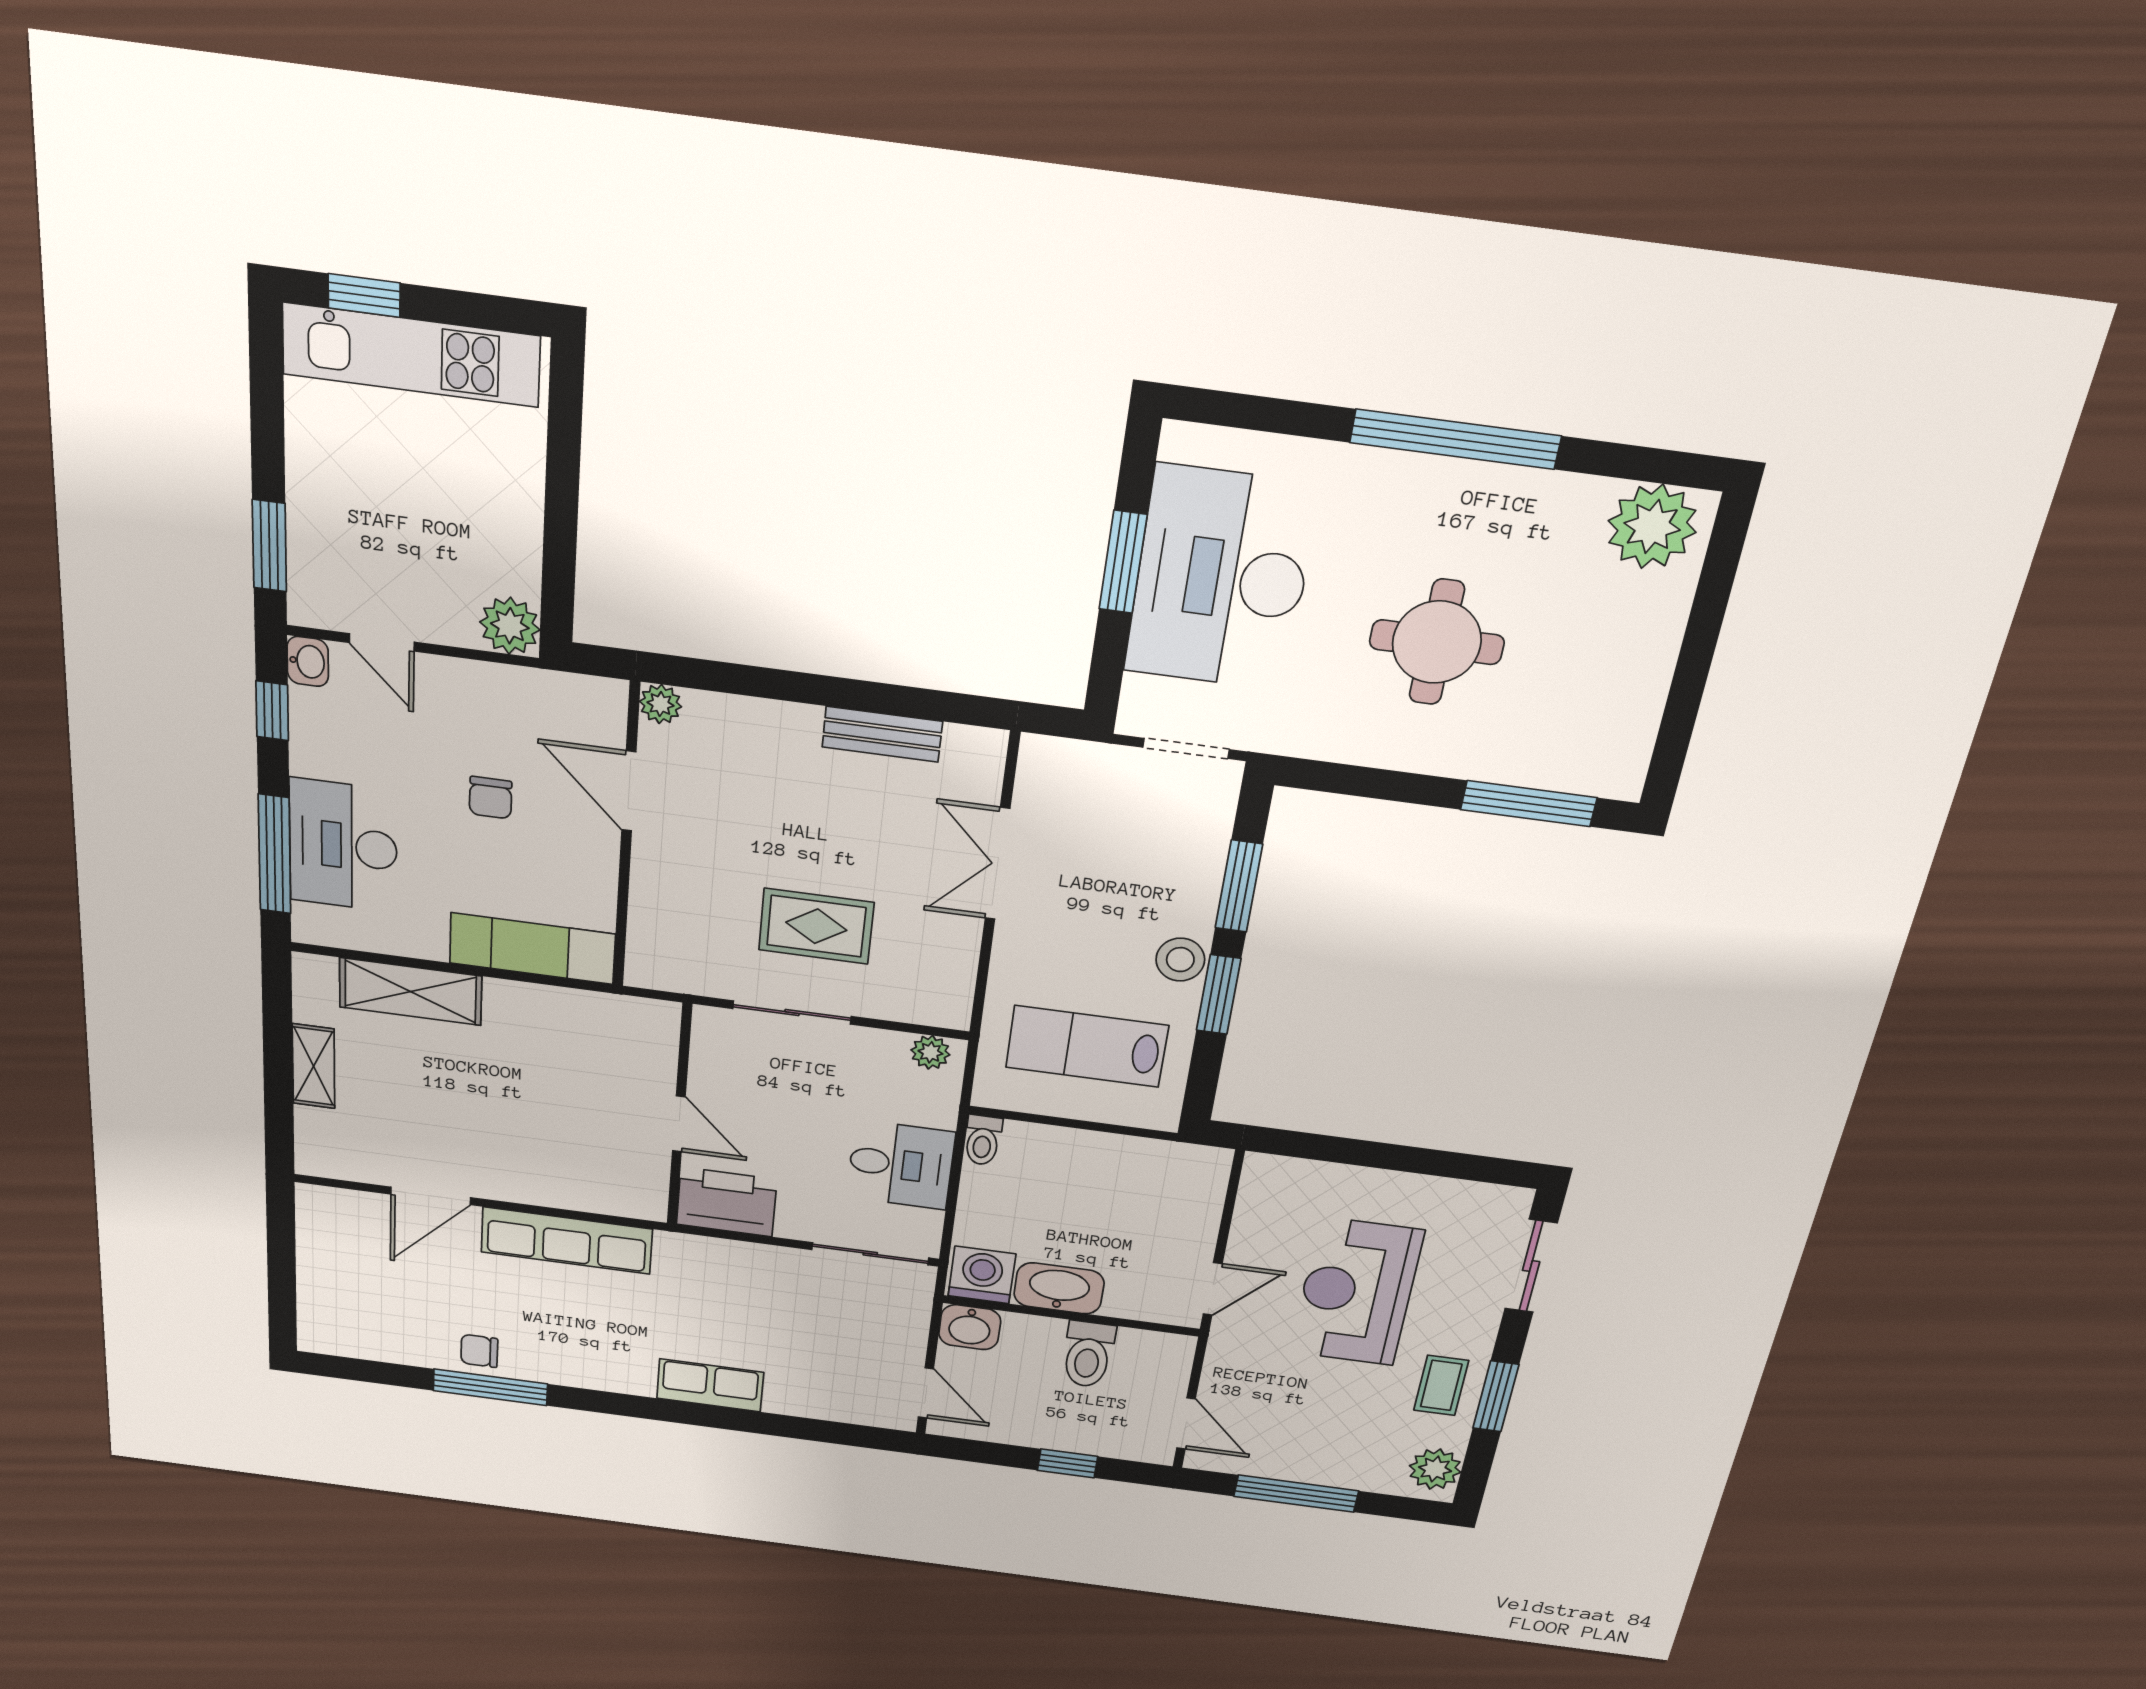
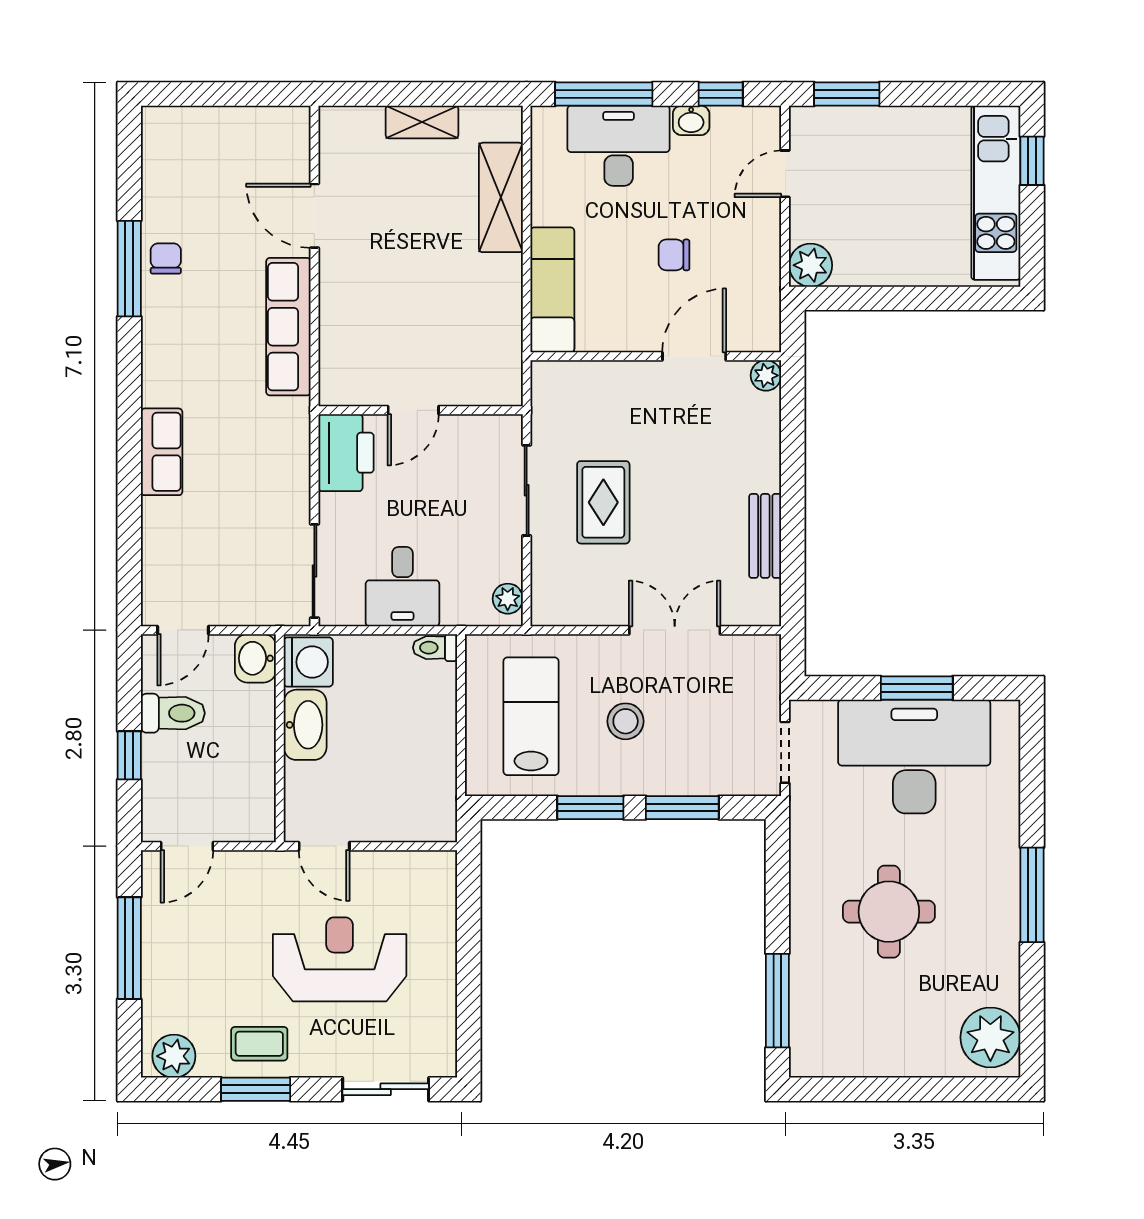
window: (1455, 439) -> (1032, 895), width x0.68
washbasin: (308, 661) -> (691, 120), moved
stool: (1180, 960) -> (626, 721), moved
toilet: (1088, 1354) -> (173, 713), moved, turned 180

